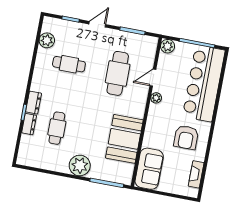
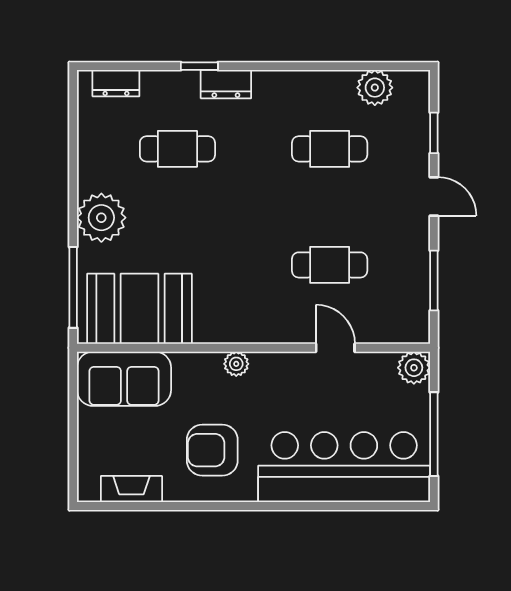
cafe table: (69, 64) -> (330, 149), turned 90
cafe table: (118, 73) -> (330, 265), width x0.73, depth x0.74
plant: (156, 98) -> (236, 364), moved
dresser: (29, 124) -> (116, 83), moved
booth: (124, 139) -> (139, 309), moved

